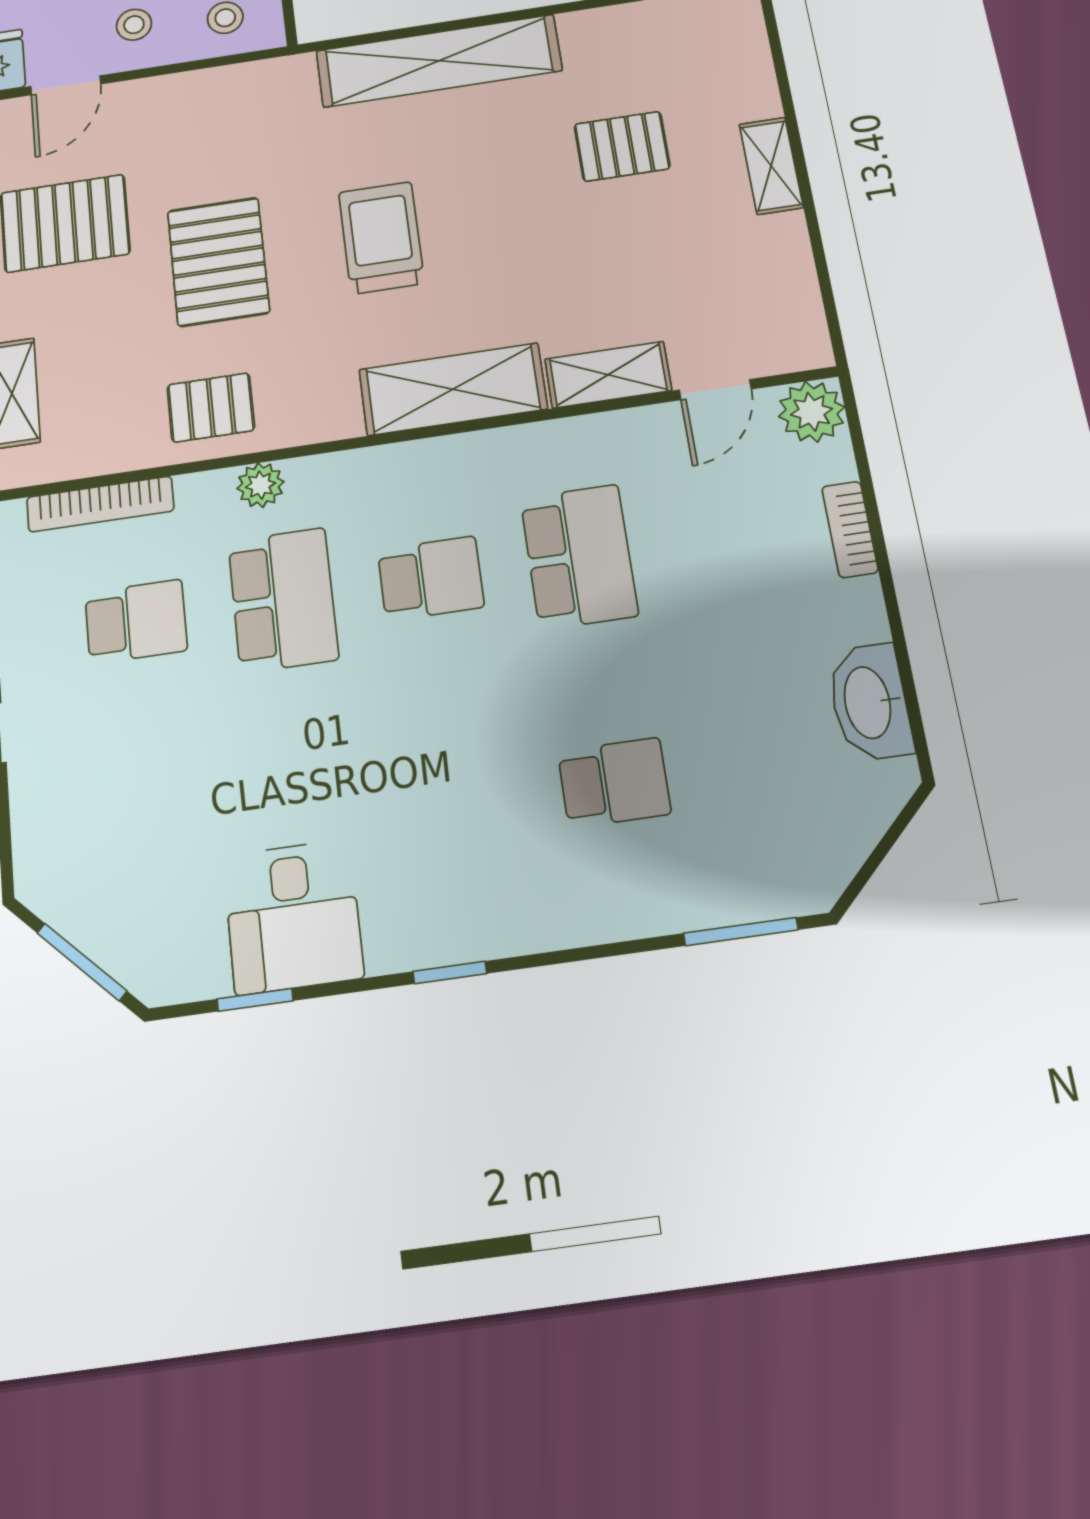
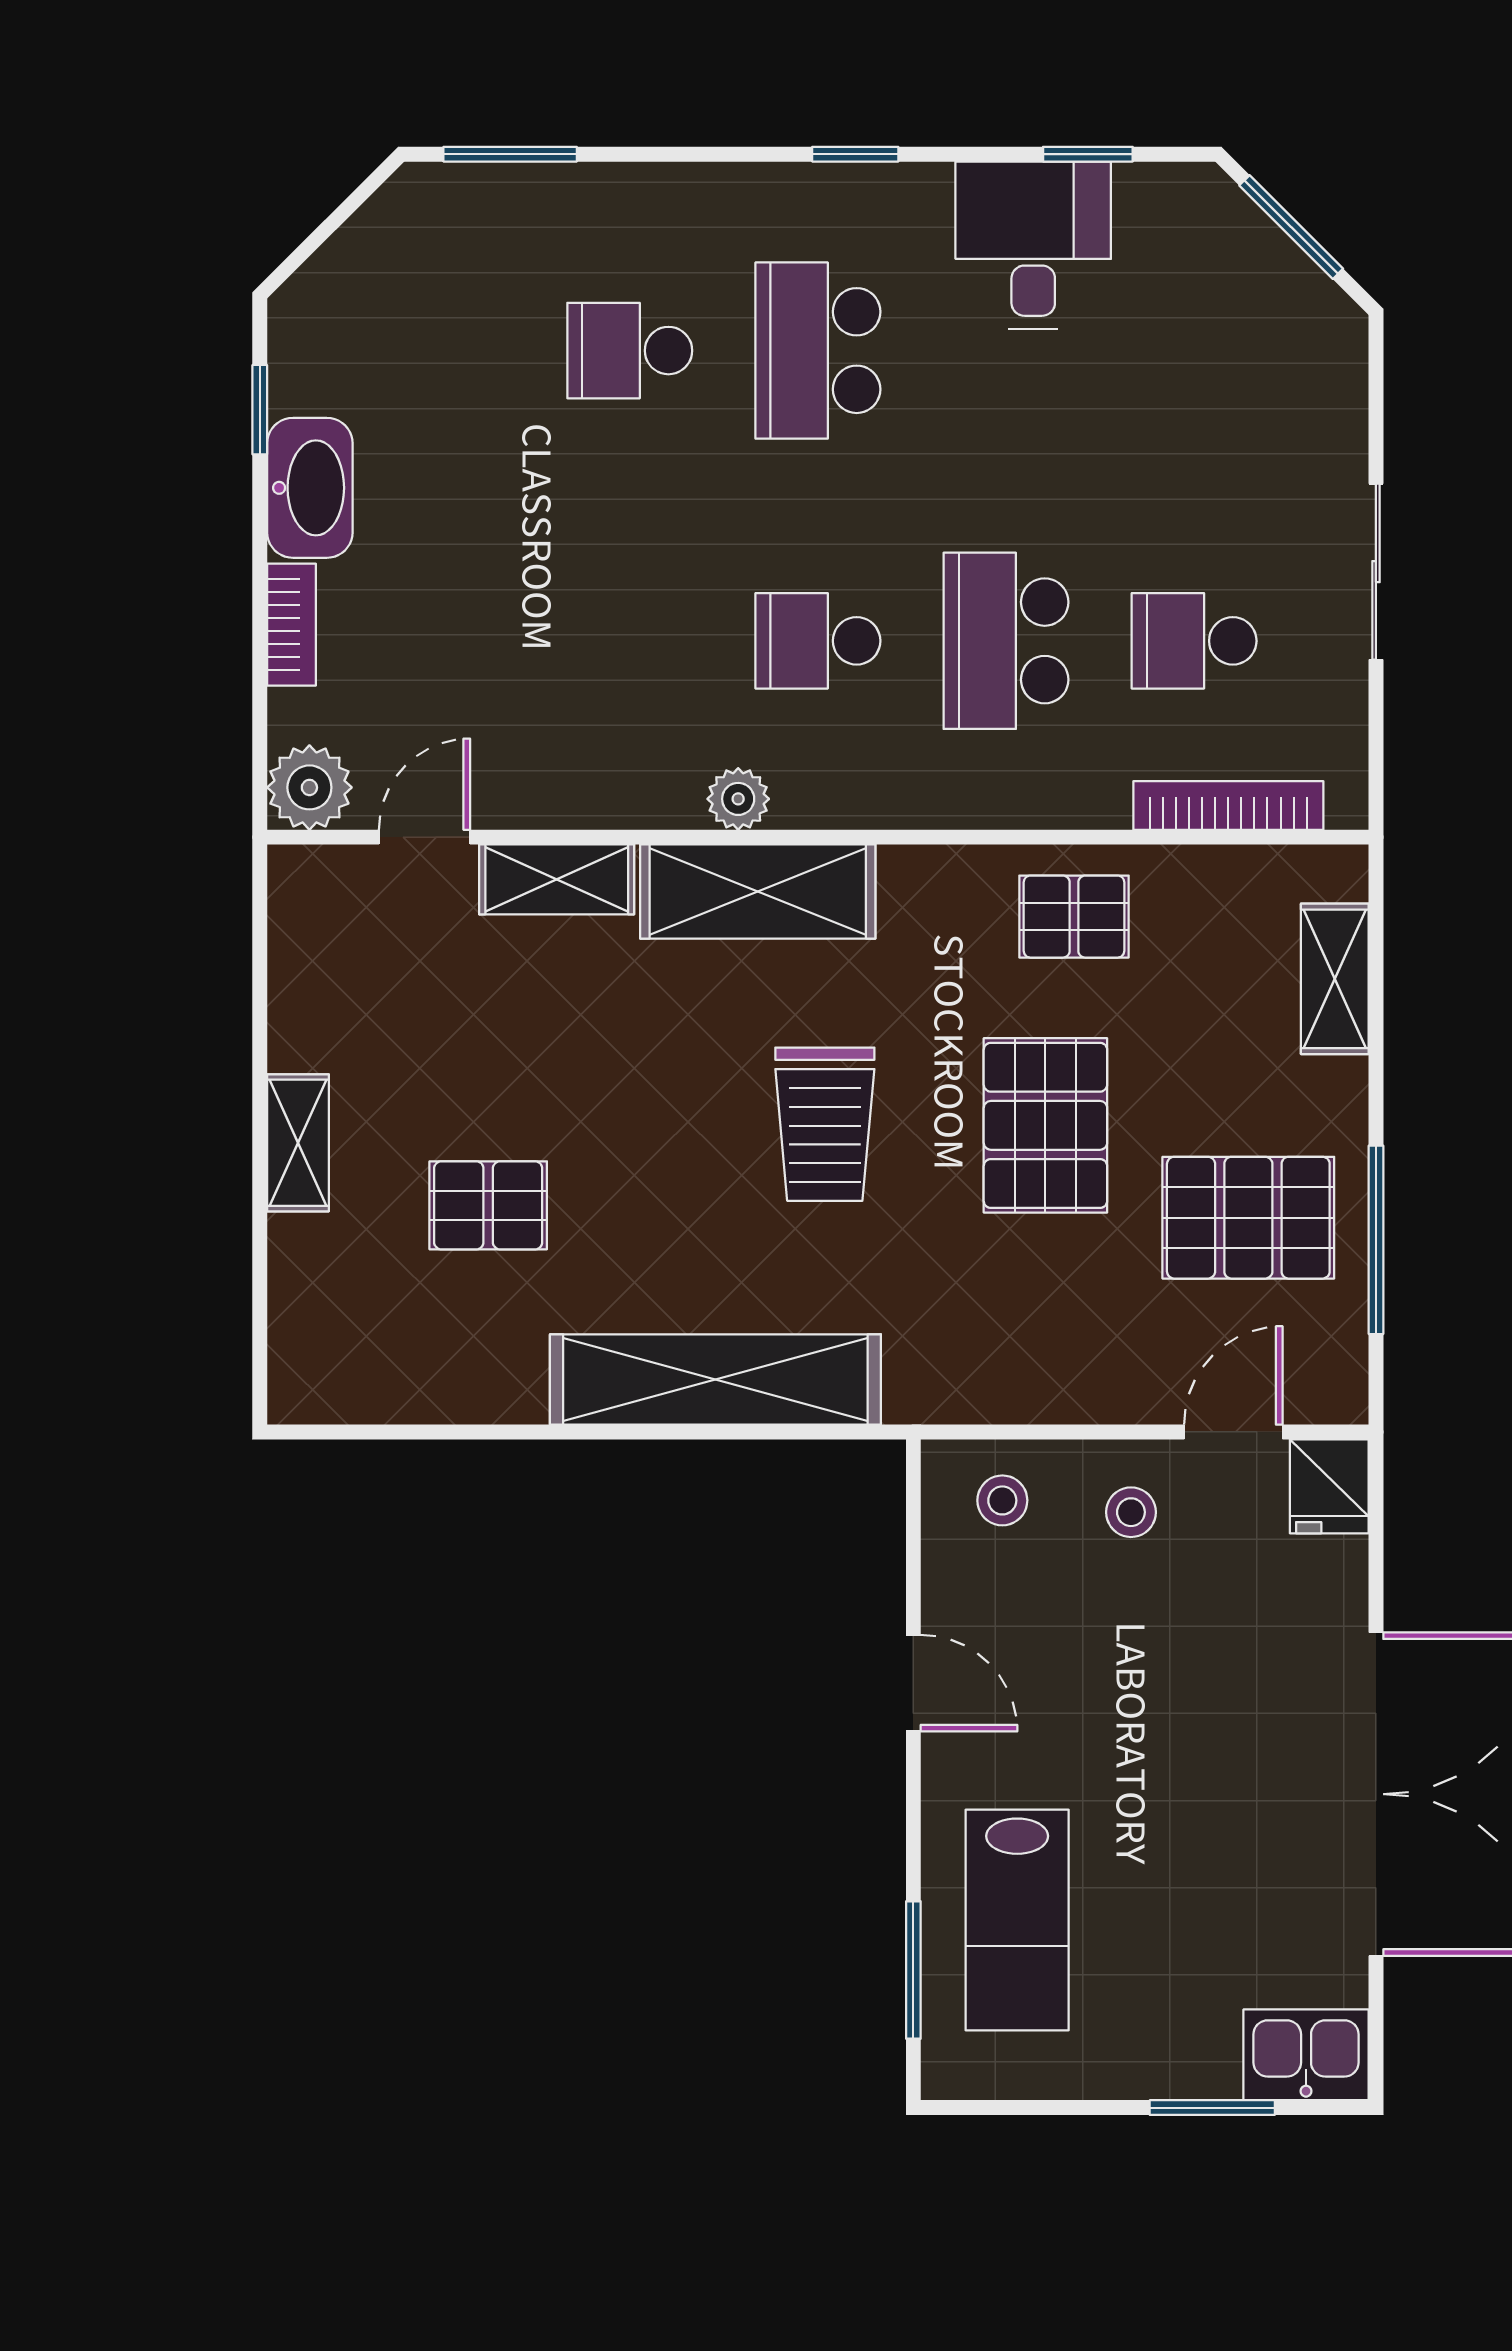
plant: (260, 485) -> (738, 799), moved
school desk: (579, 557) -> (818, 351), moved
window: (910, 692) -> (260, 410), added
washbasin: (869, 702) -> (310, 488), moved

